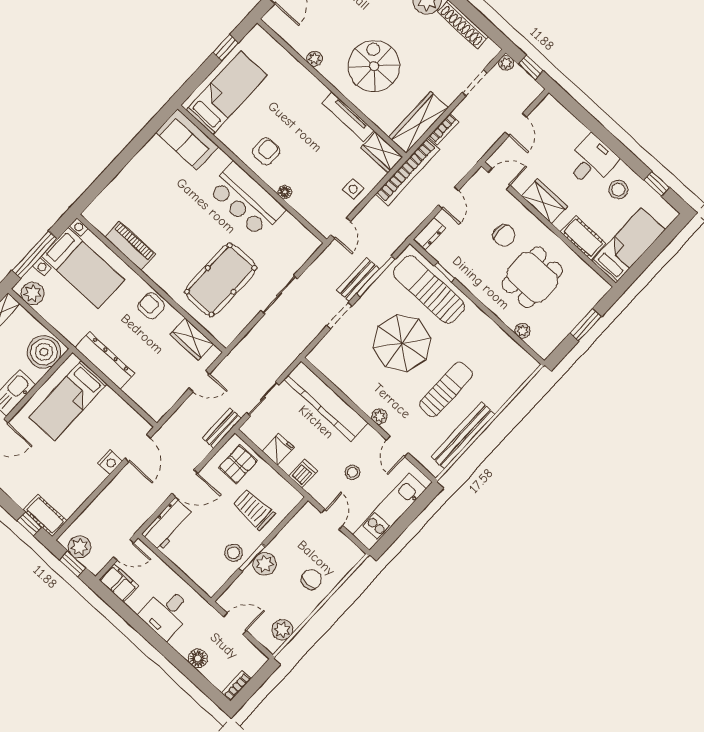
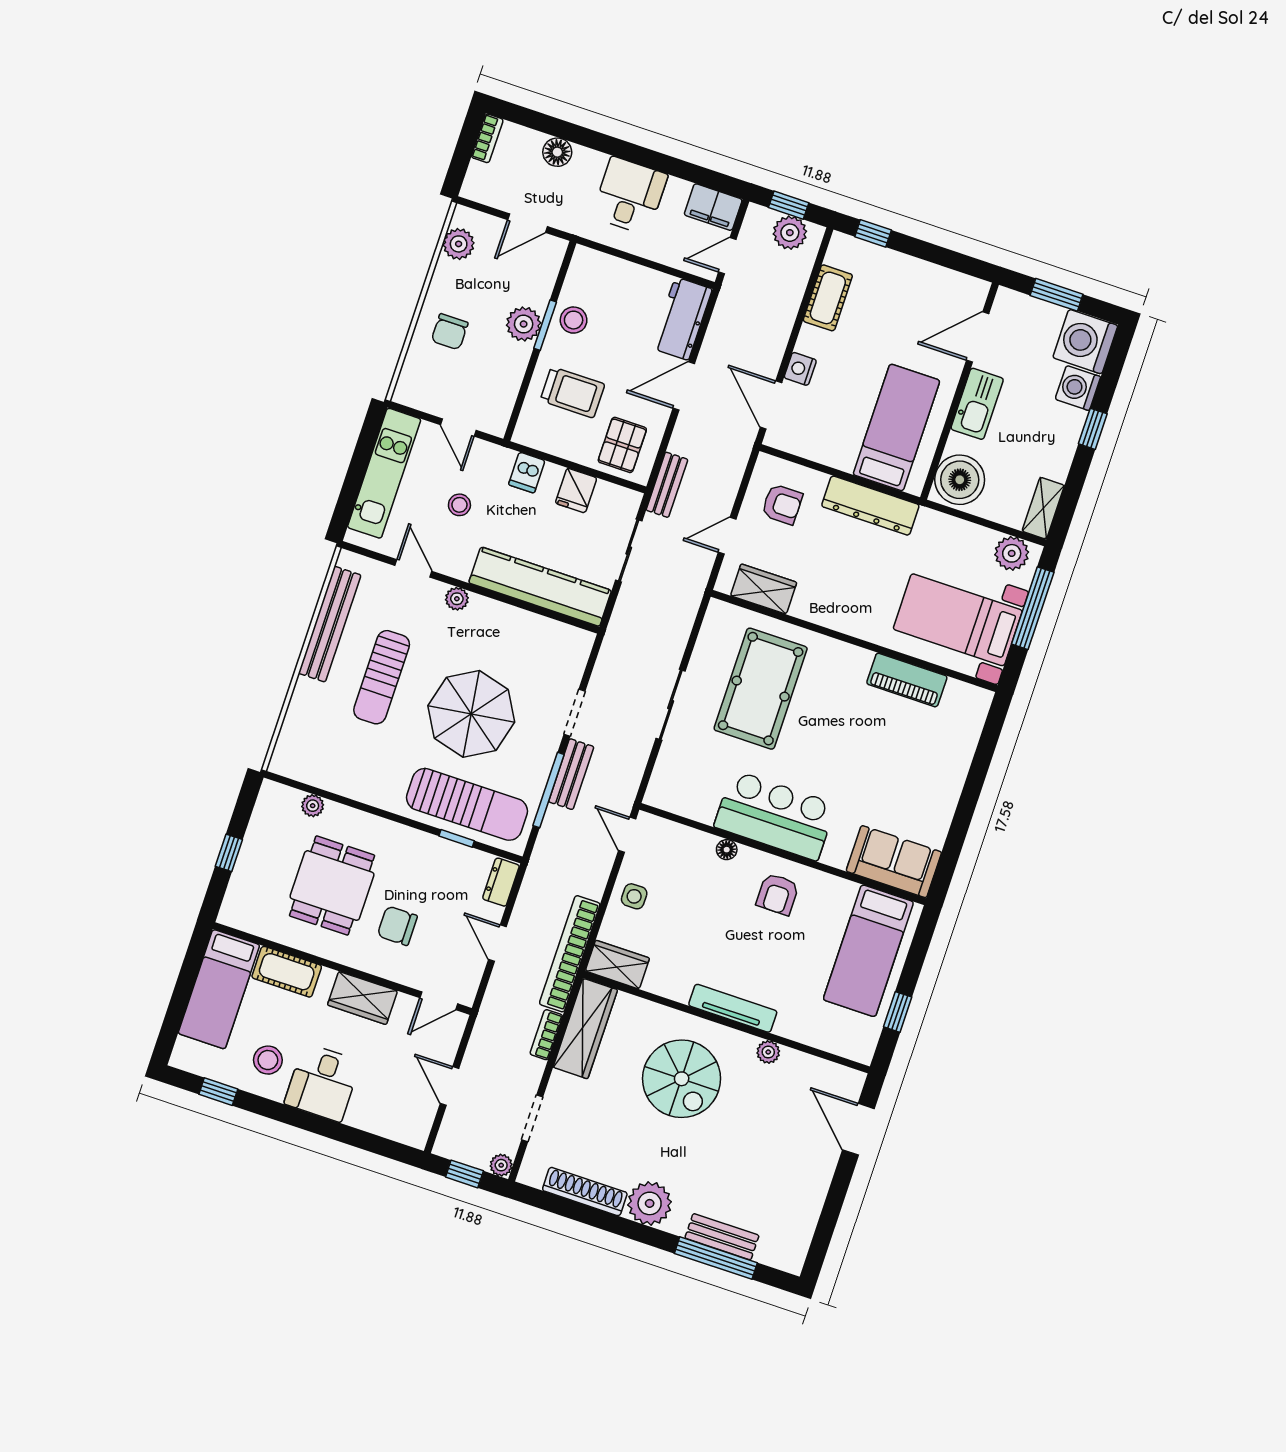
tv unit: (348, 117) -> (733, 1008), moved
armchair: (151, 306) -> (782, 504), moved
window: (586, 325) -> (229, 853), width x0.67
cot: (45, 516) -> (828, 298), moved, turned 90

